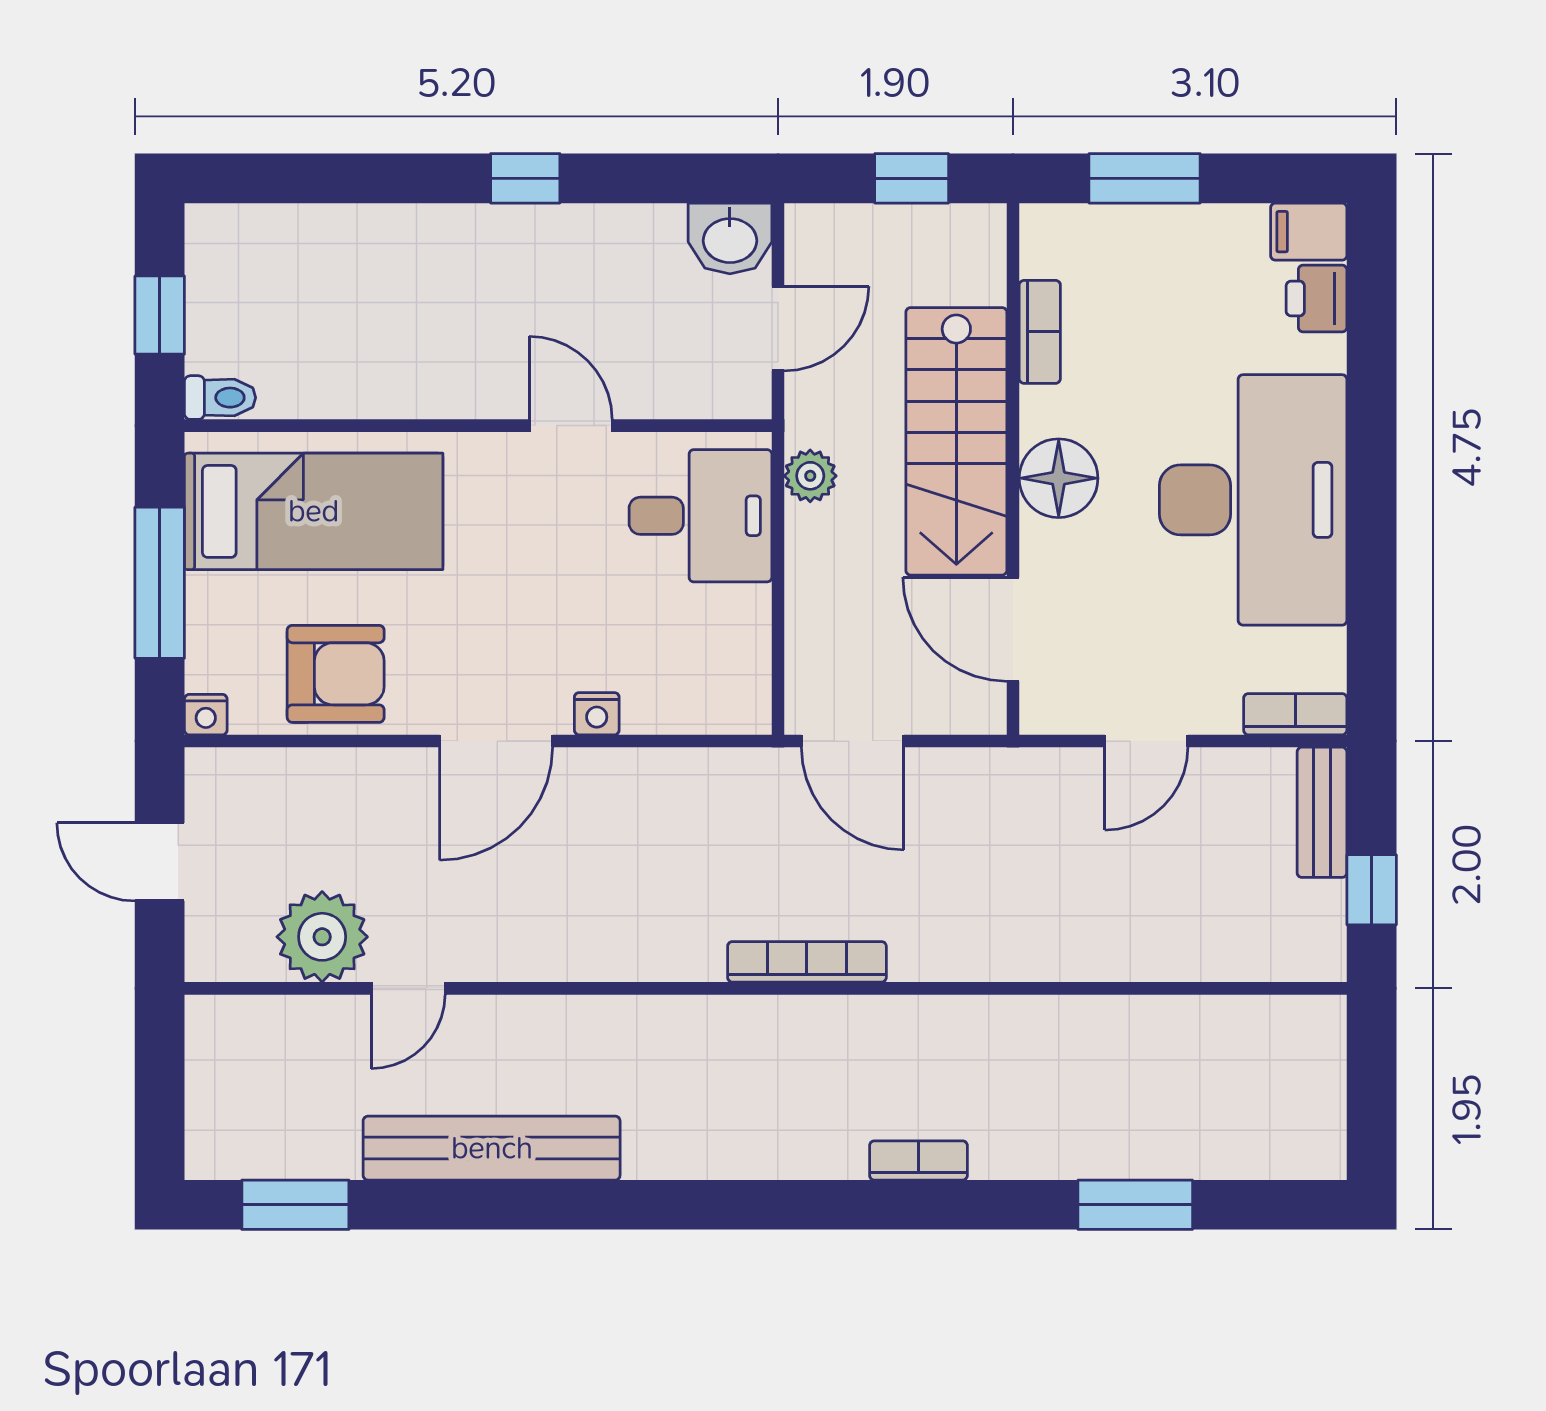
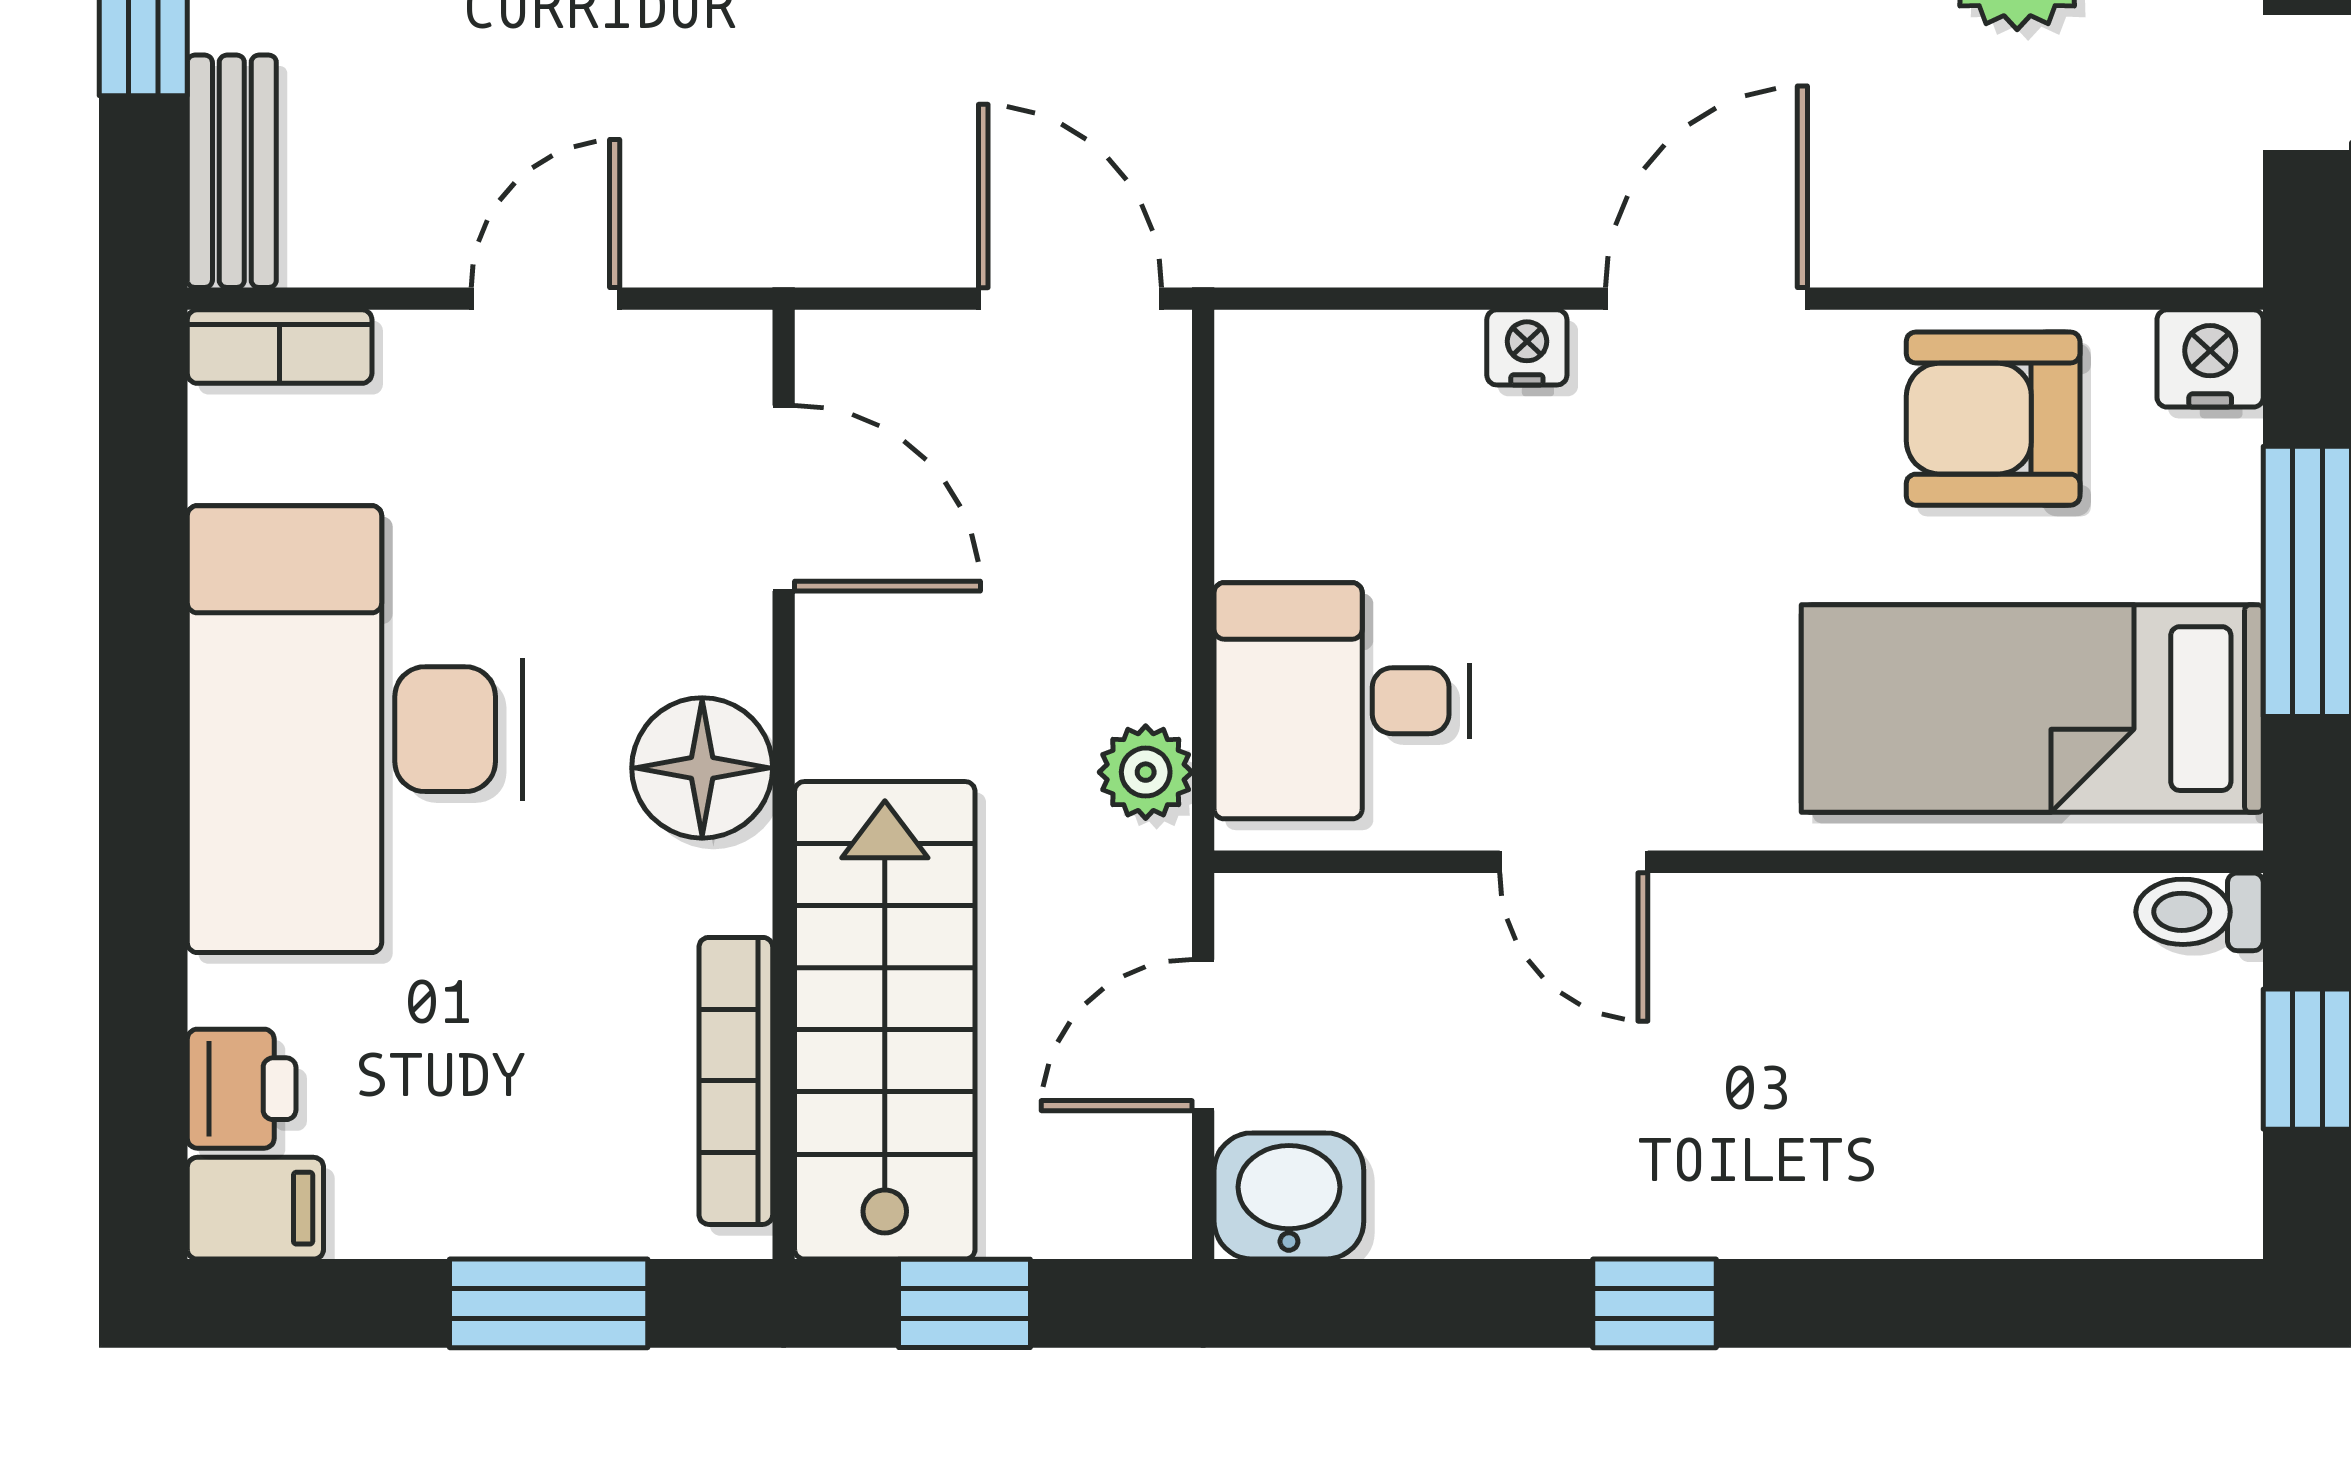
bookcase: (1040, 332) -> (736, 1081), width x1.56
stairs: (956, 441) -> (885, 1020), moved
nightstand: (206, 715) -> (2210, 358), width x1.39, depth x1.35

